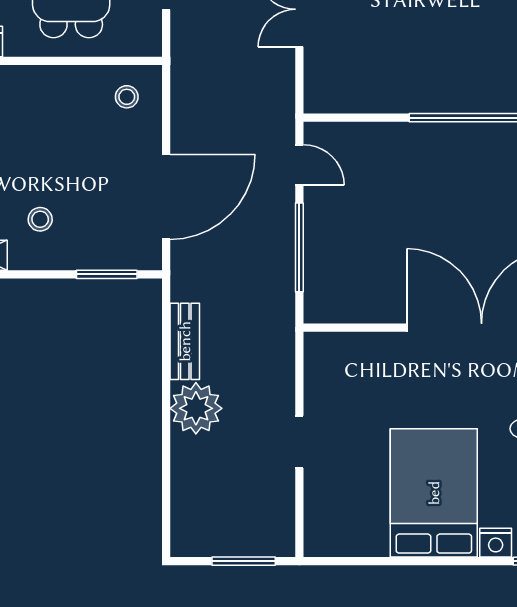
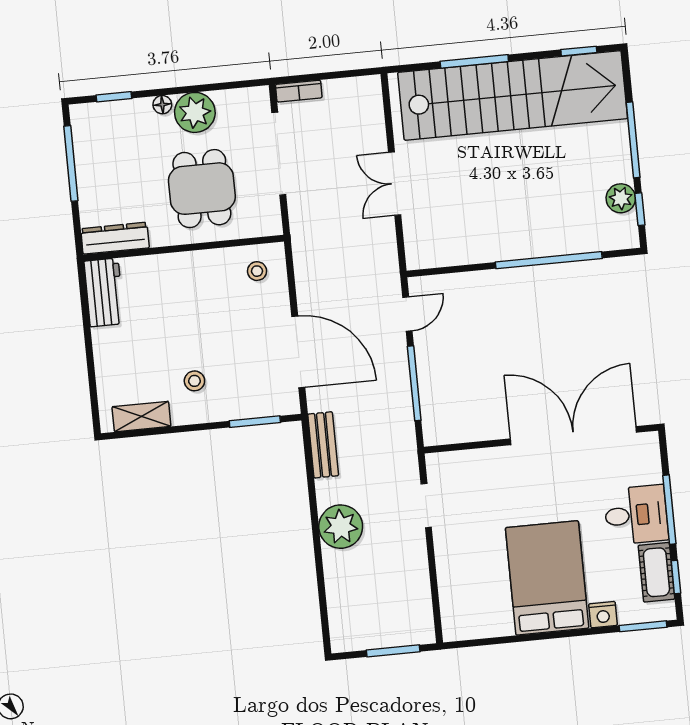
door: (299, 165) -> (407, 314), hinge flipped
door: (166, 197) -> (298, 352), hinge flipped
bench: (185, 341) -> (323, 445), moved
doorway: (299, 442) -> (426, 505), moved

